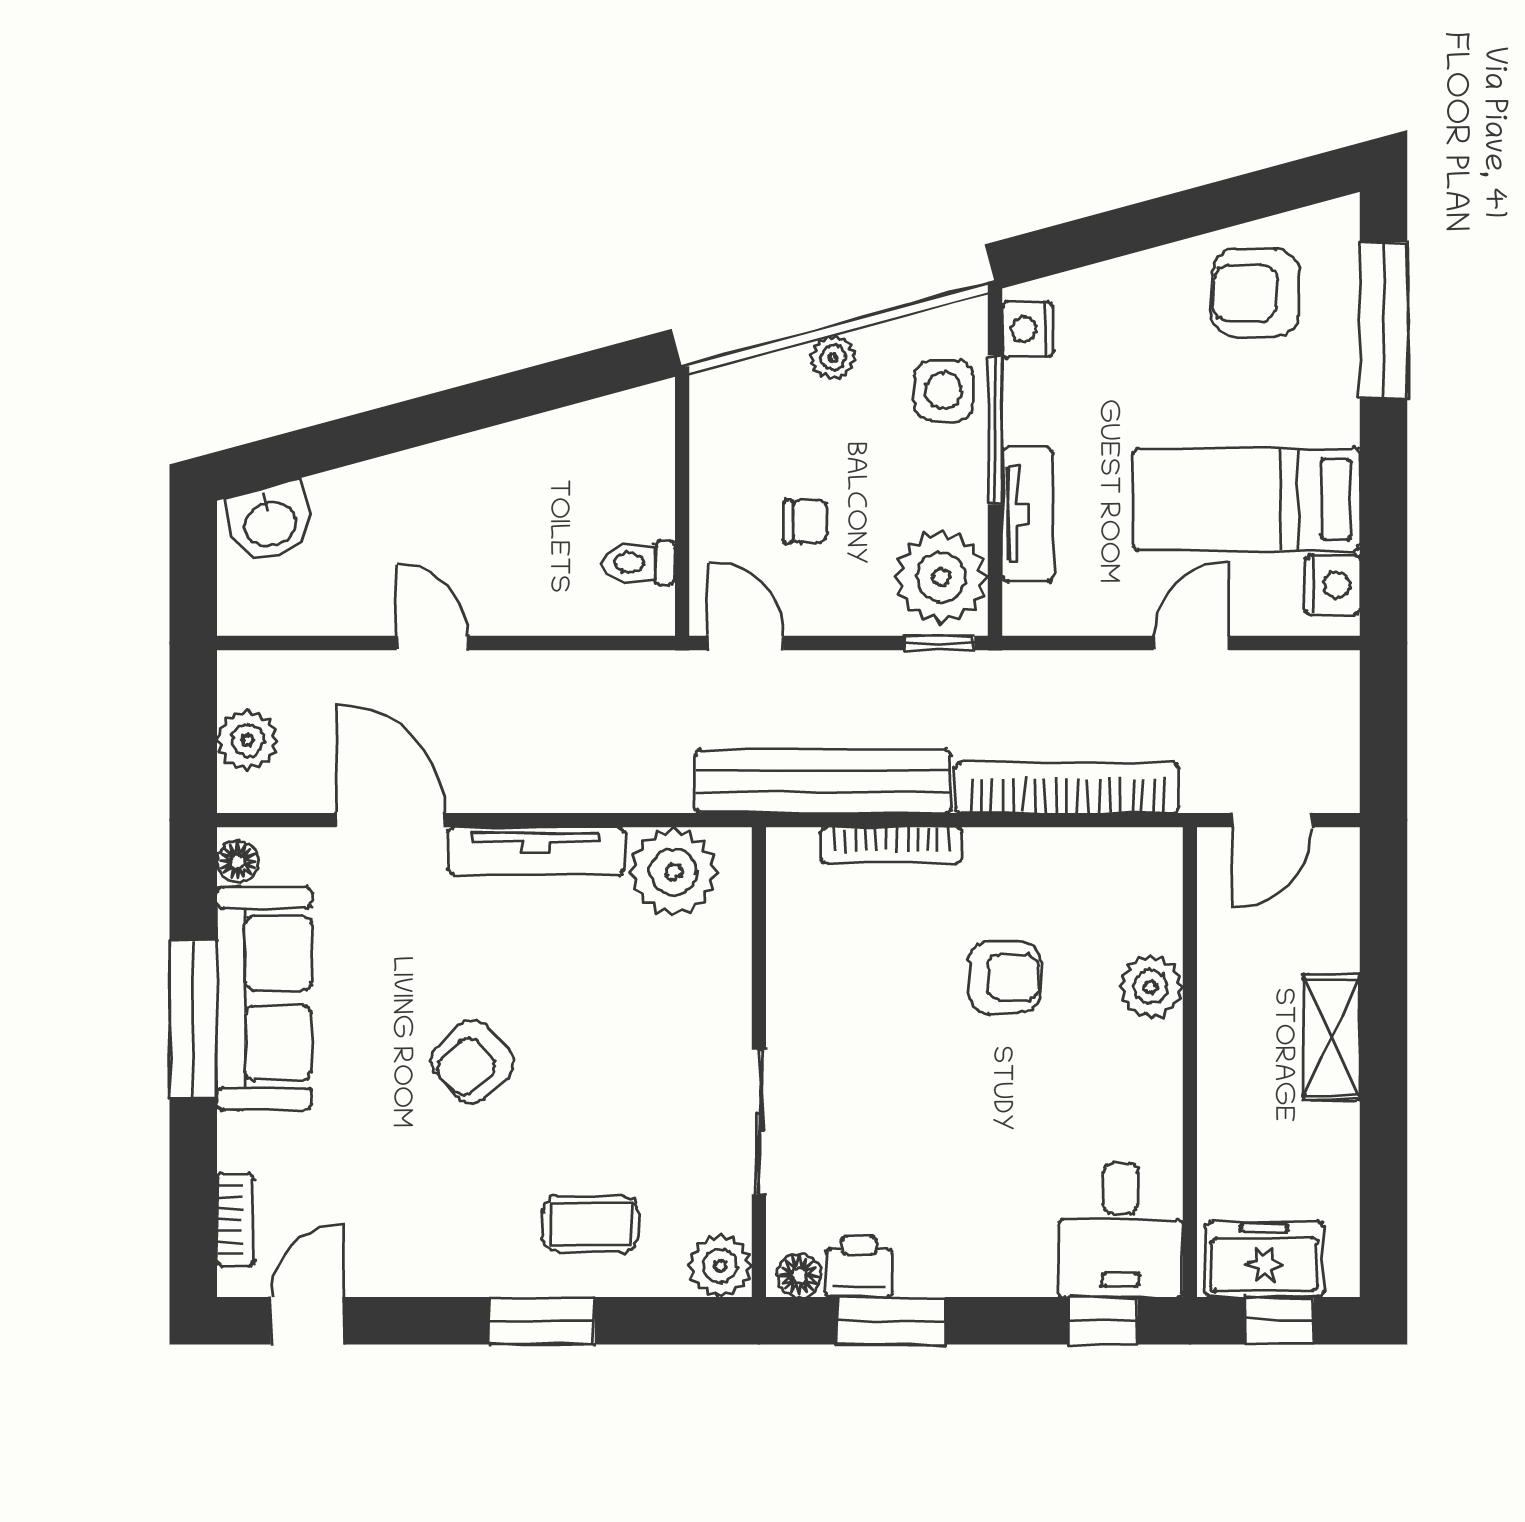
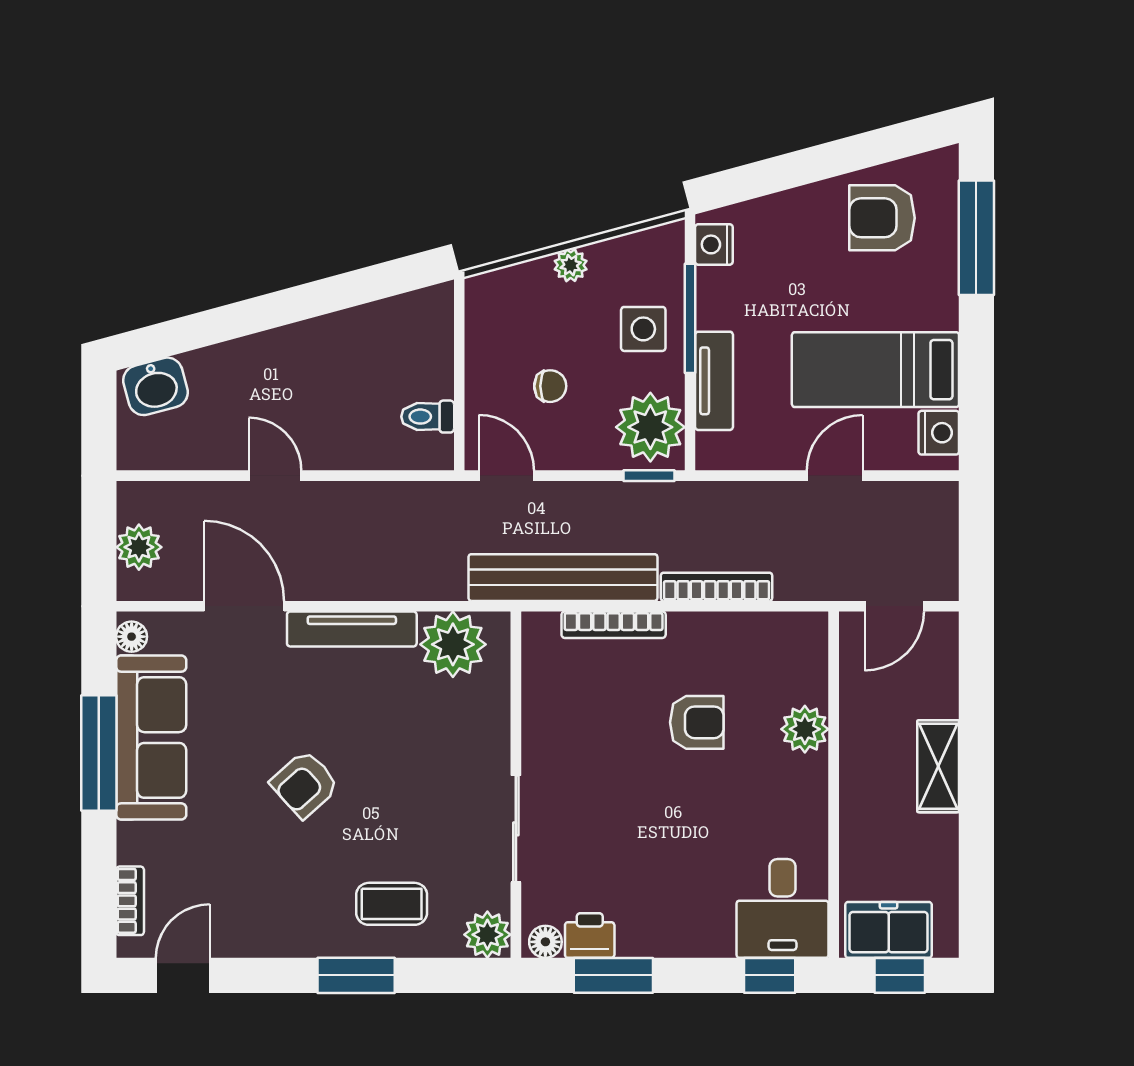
side table: (944, 390) -> (643, 329), moved
bookcase: (1067, 788) -> (716, 587), width x0.68, depth x0.76

